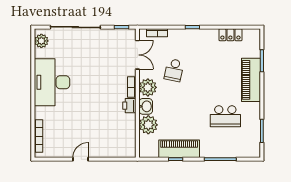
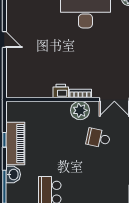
washbasin: (146, 106) -> (13, 174), moved, turned -90
plant: (148, 125) -> (41, 111), removed

